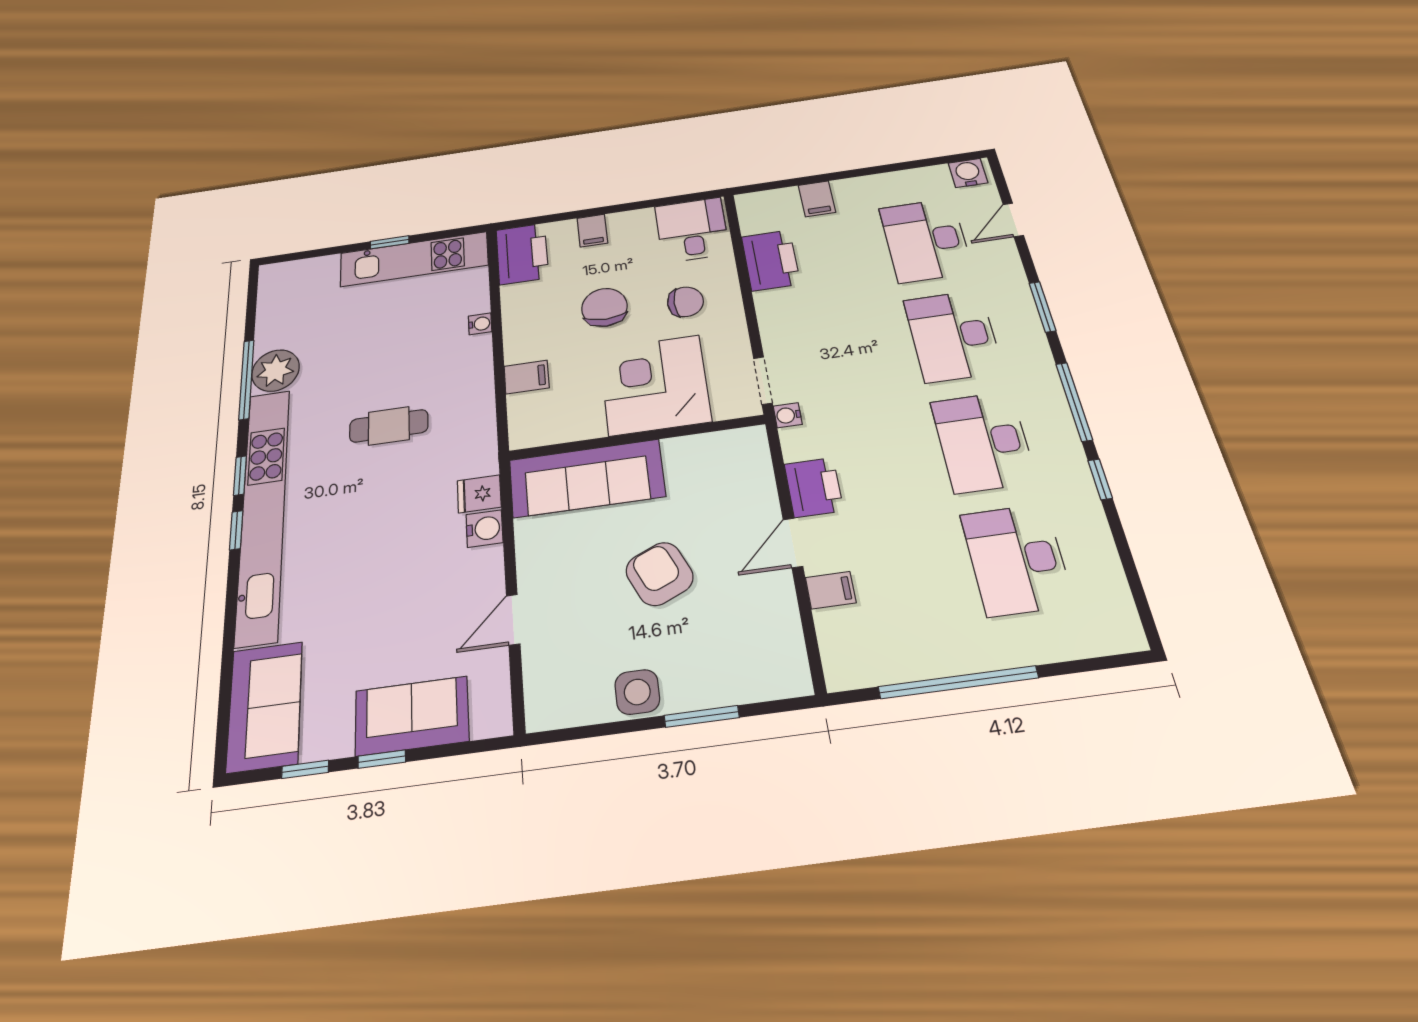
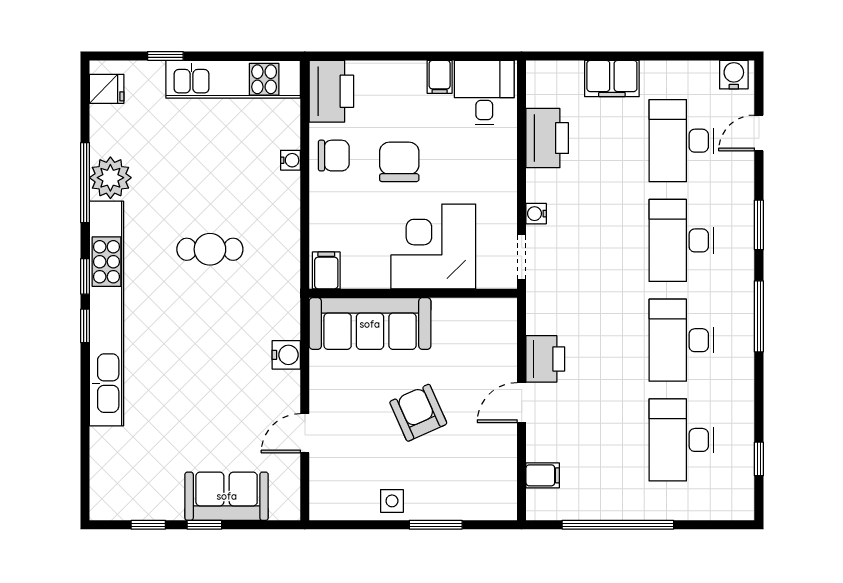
filing cabinet: (817, 199) -> (612, 79), width x2.00
filing cabinet: (592, 231) -> (440, 77), moved
window: (390, 242) -> (165, 56), moved
chair: (685, 302) -> (334, 156), moved
filing cabinet: (527, 377) -> (326, 270), moved, turned -90
water cooler: (788, 415) -> (536, 214), moved
window: (1100, 479) -> (759, 459), moved
fridge: (479, 494) -> (107, 89), moved, turned 180
filing cabinet: (831, 590) -> (543, 475), moved
side table: (637, 692) -> (392, 501), width x0.73, depth x0.73
sofa: (265, 706) -> (116, 474), removed

